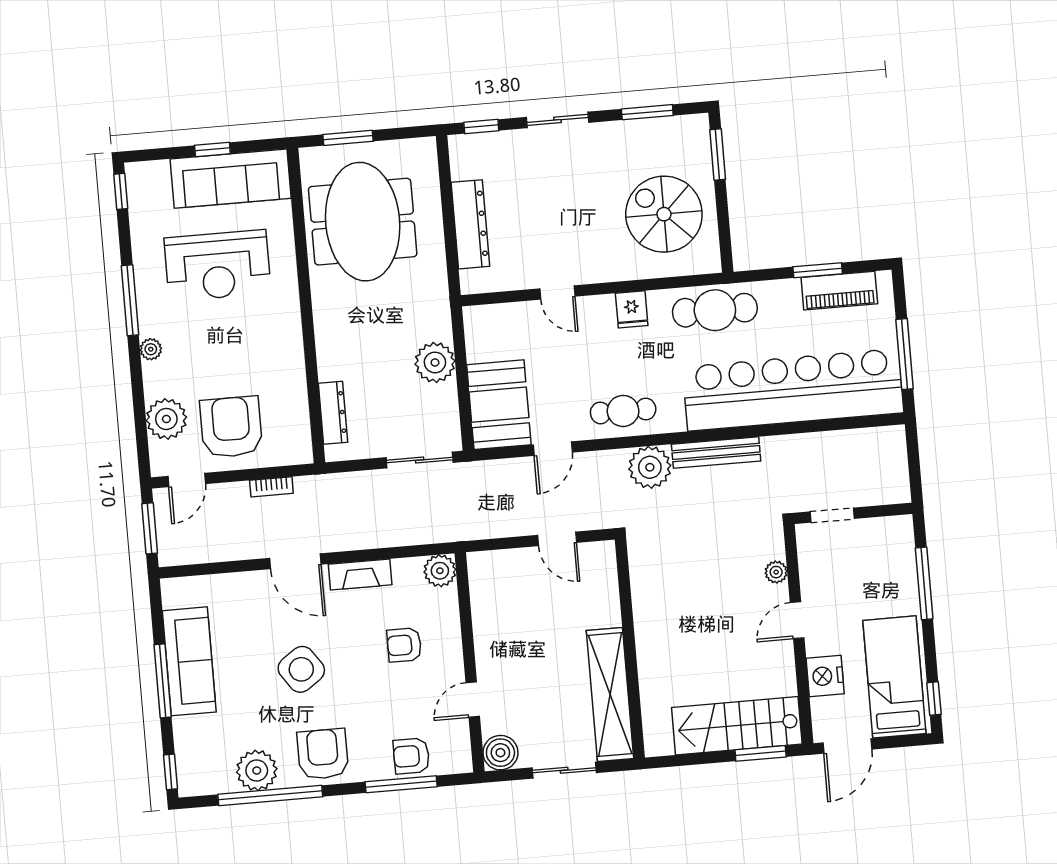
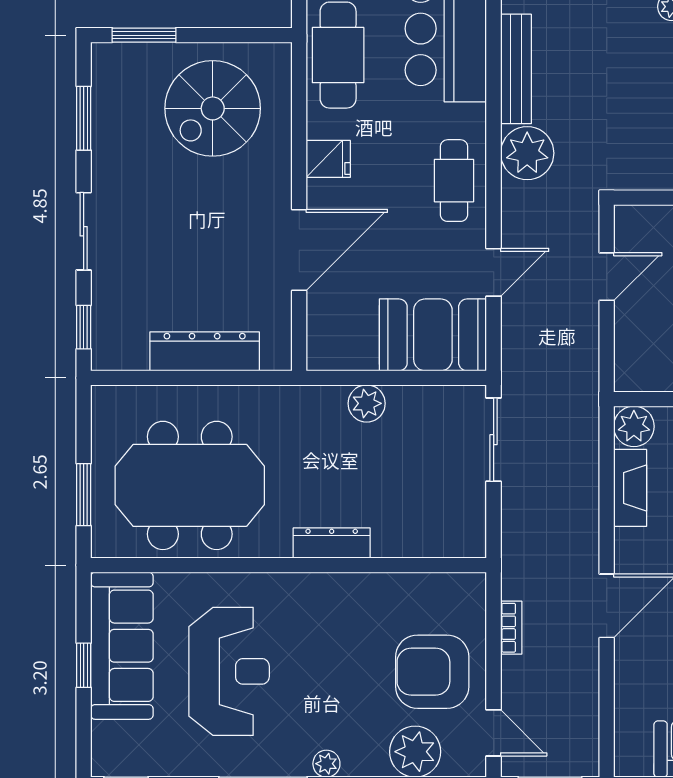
door: (557, 293) -> (299, 250), width x1.88
plant: (435, 362) -> (367, 403), width x0.73, depth x0.73
dresser: (333, 413) -> (332, 543), moved
door: (553, 449) -> (494, 272), hinge flipped
fireplace: (360, 575) -> (630, 488), moved

